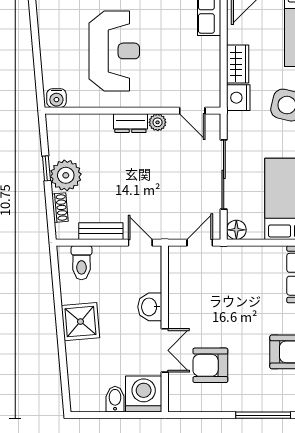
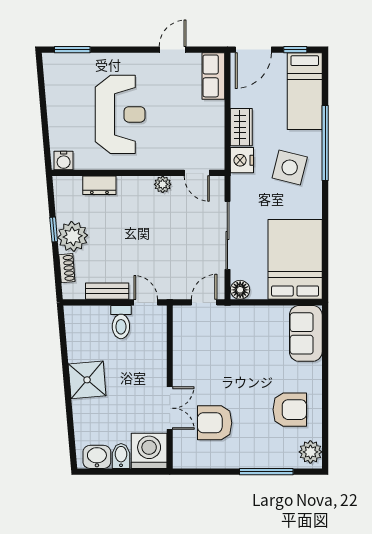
dresser: (130, 123) -> (99, 185), moved
toilet: (81, 263) -> (121, 322), moved
washbasin: (150, 307) -> (97, 457), moved, turned 90

